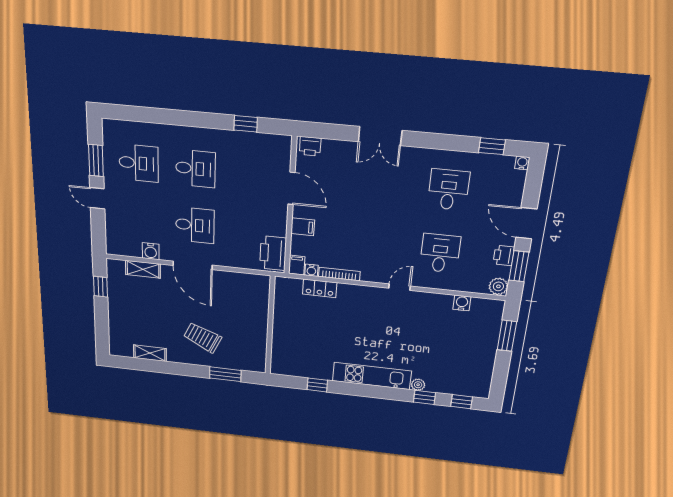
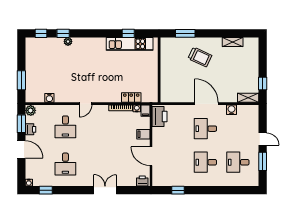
shelving: (143, 269) -> (248, 98), moved
kitchen unit: (372, 376) -> (130, 44), moved

